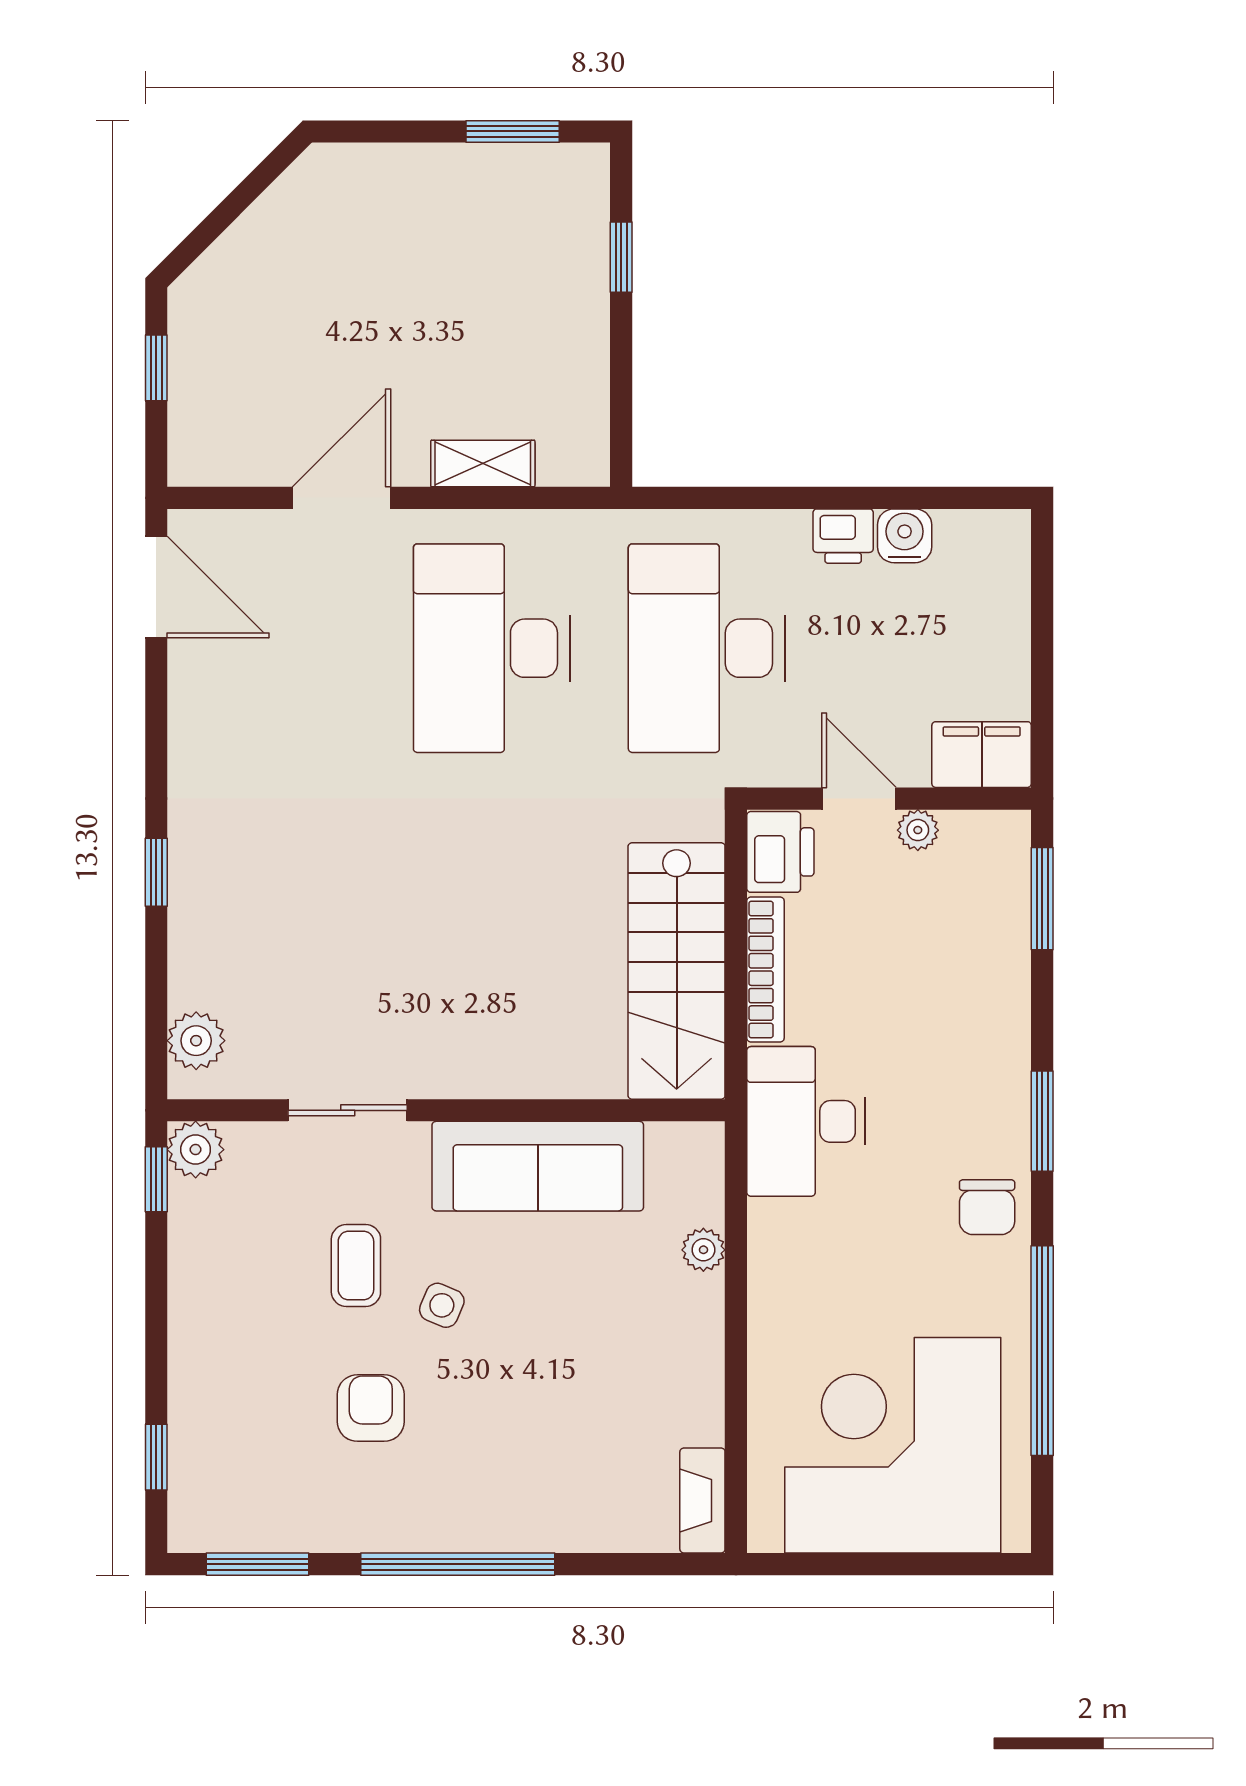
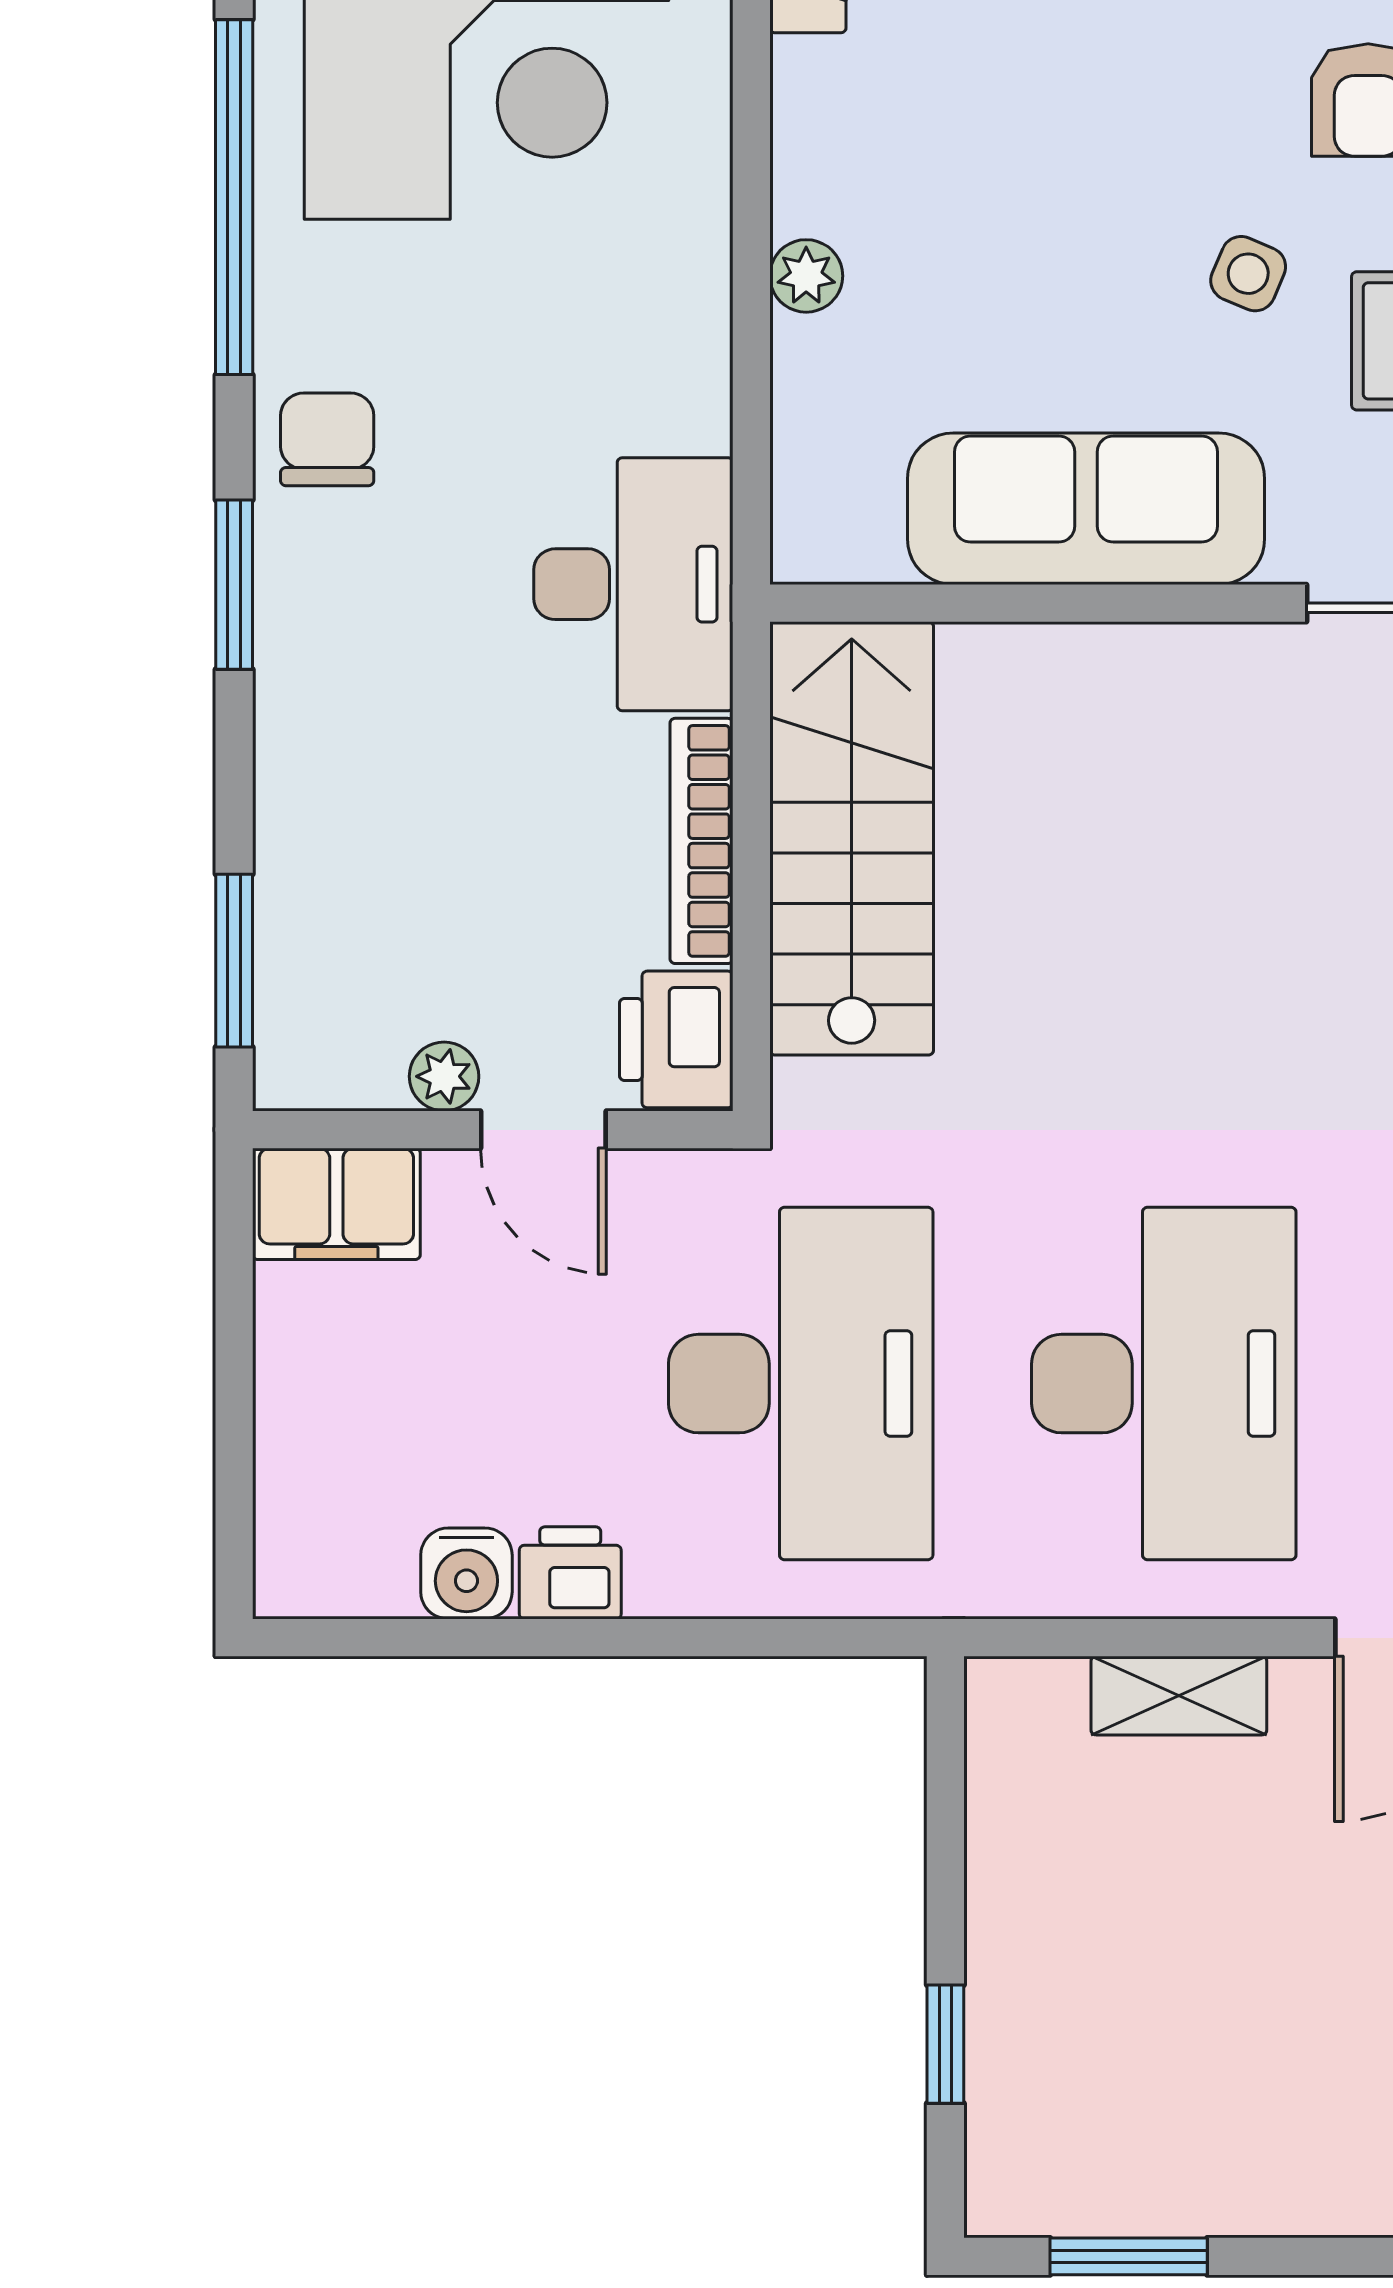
plant: (703, 1250) -> (806, 276), moved

